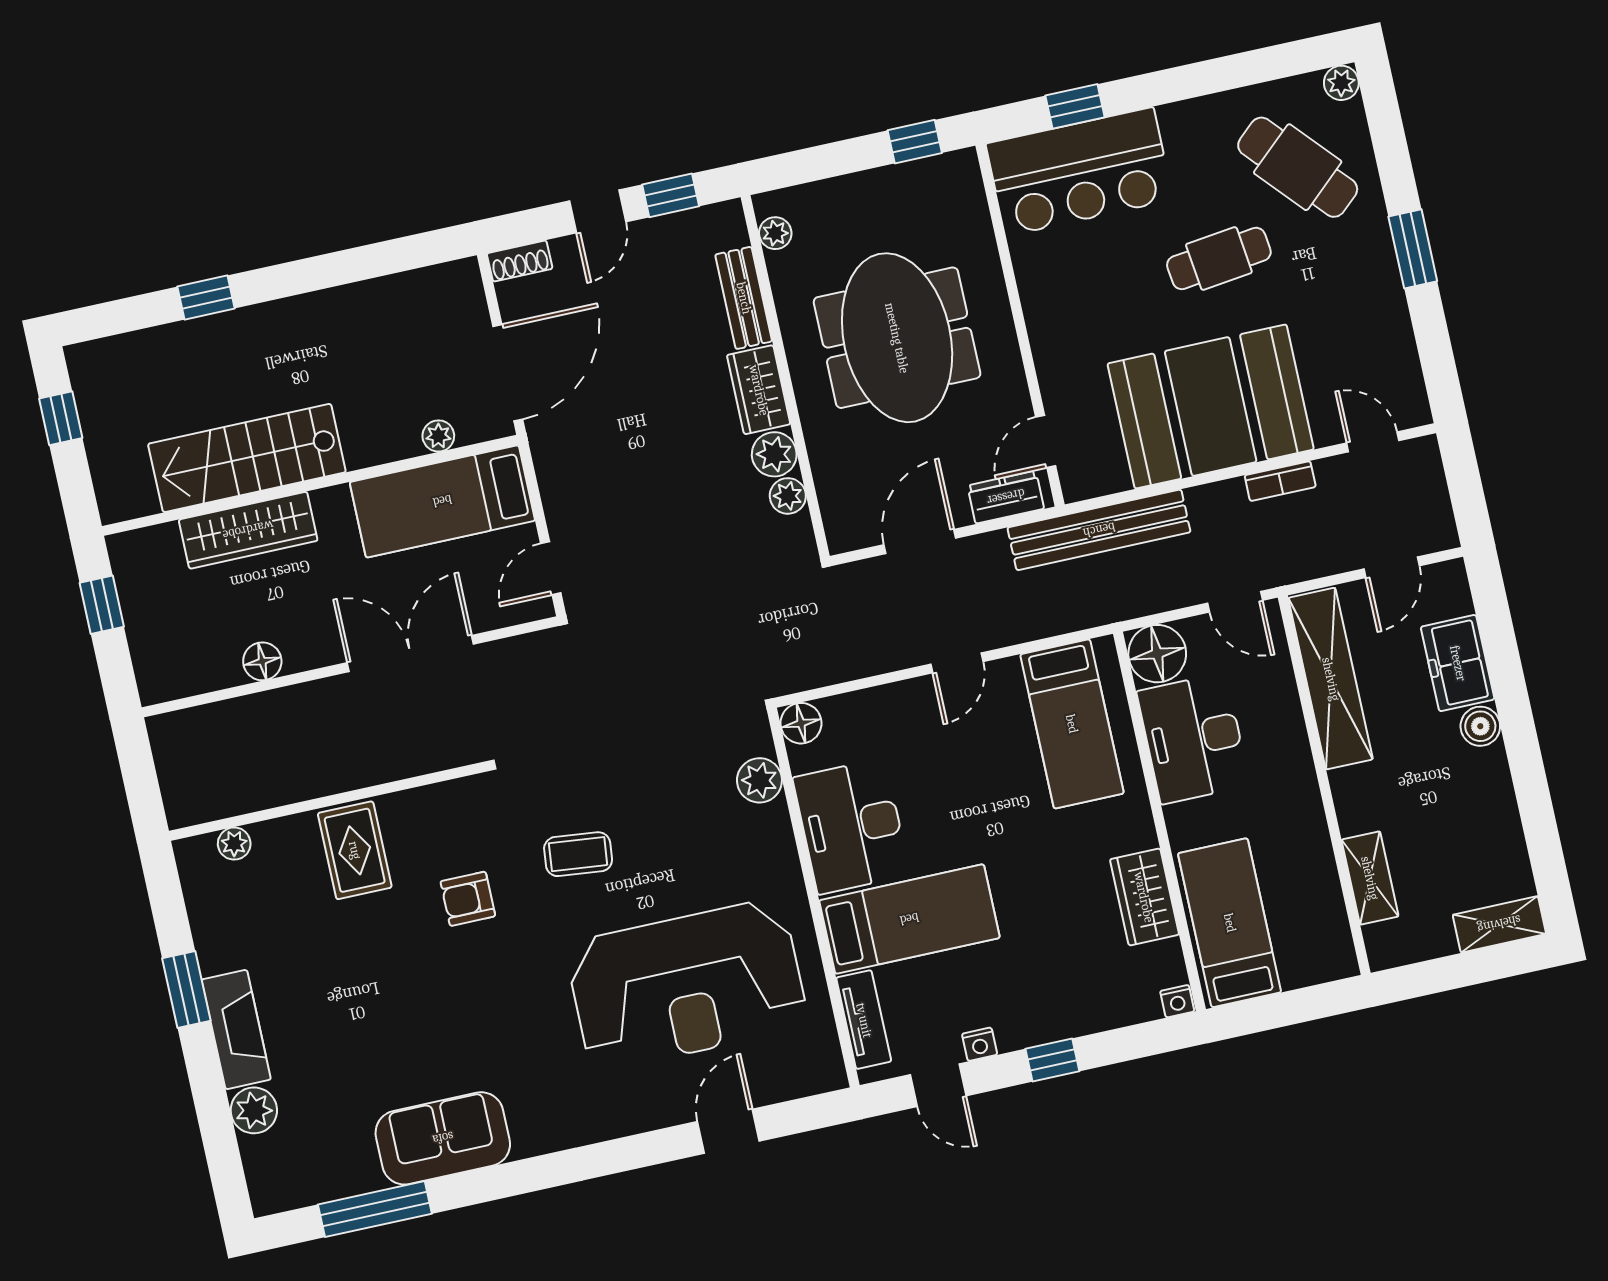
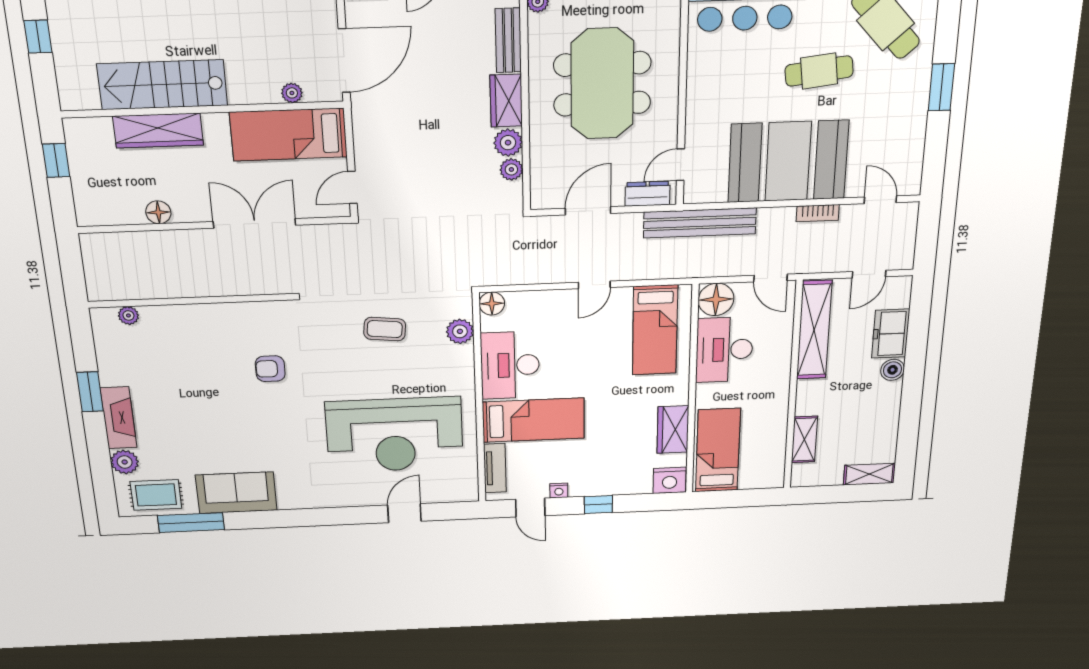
rug: (355, 850) -> (156, 495), moved, turned 90
coffee table: (578, 854) -> (385, 329), moved
nightstand: (1177, 1001) -> (670, 480), width x1.89, depth x1.79

